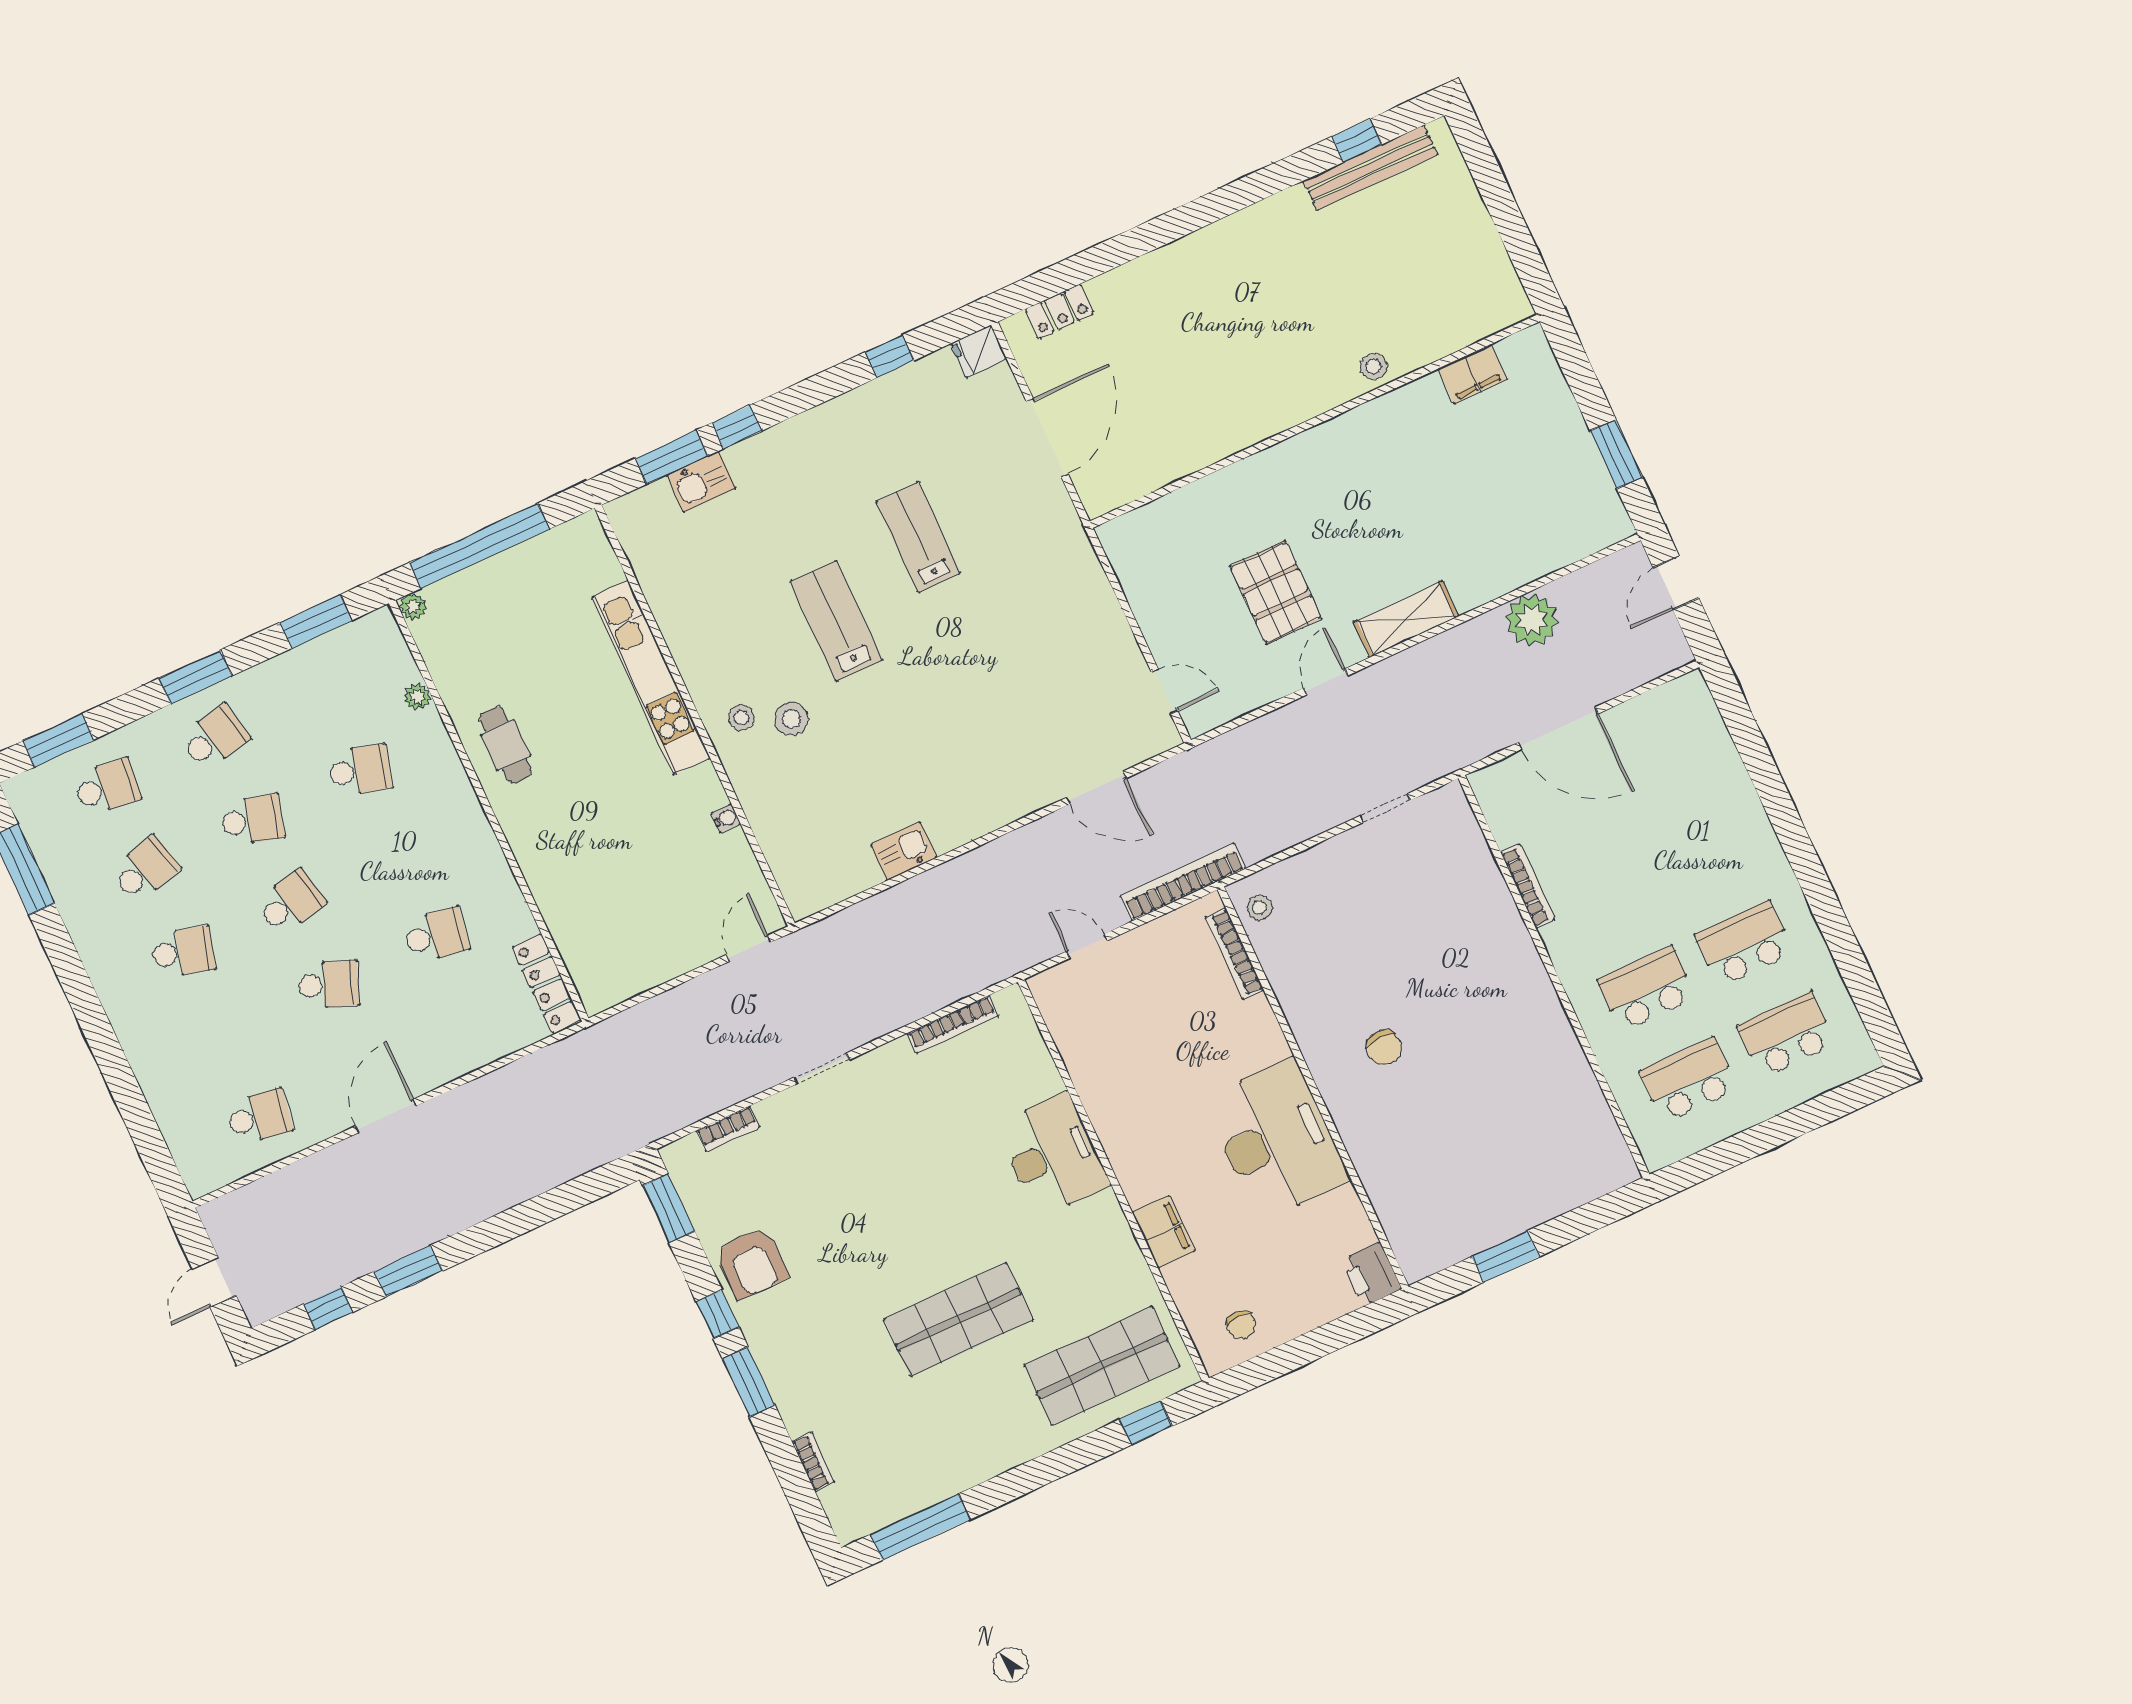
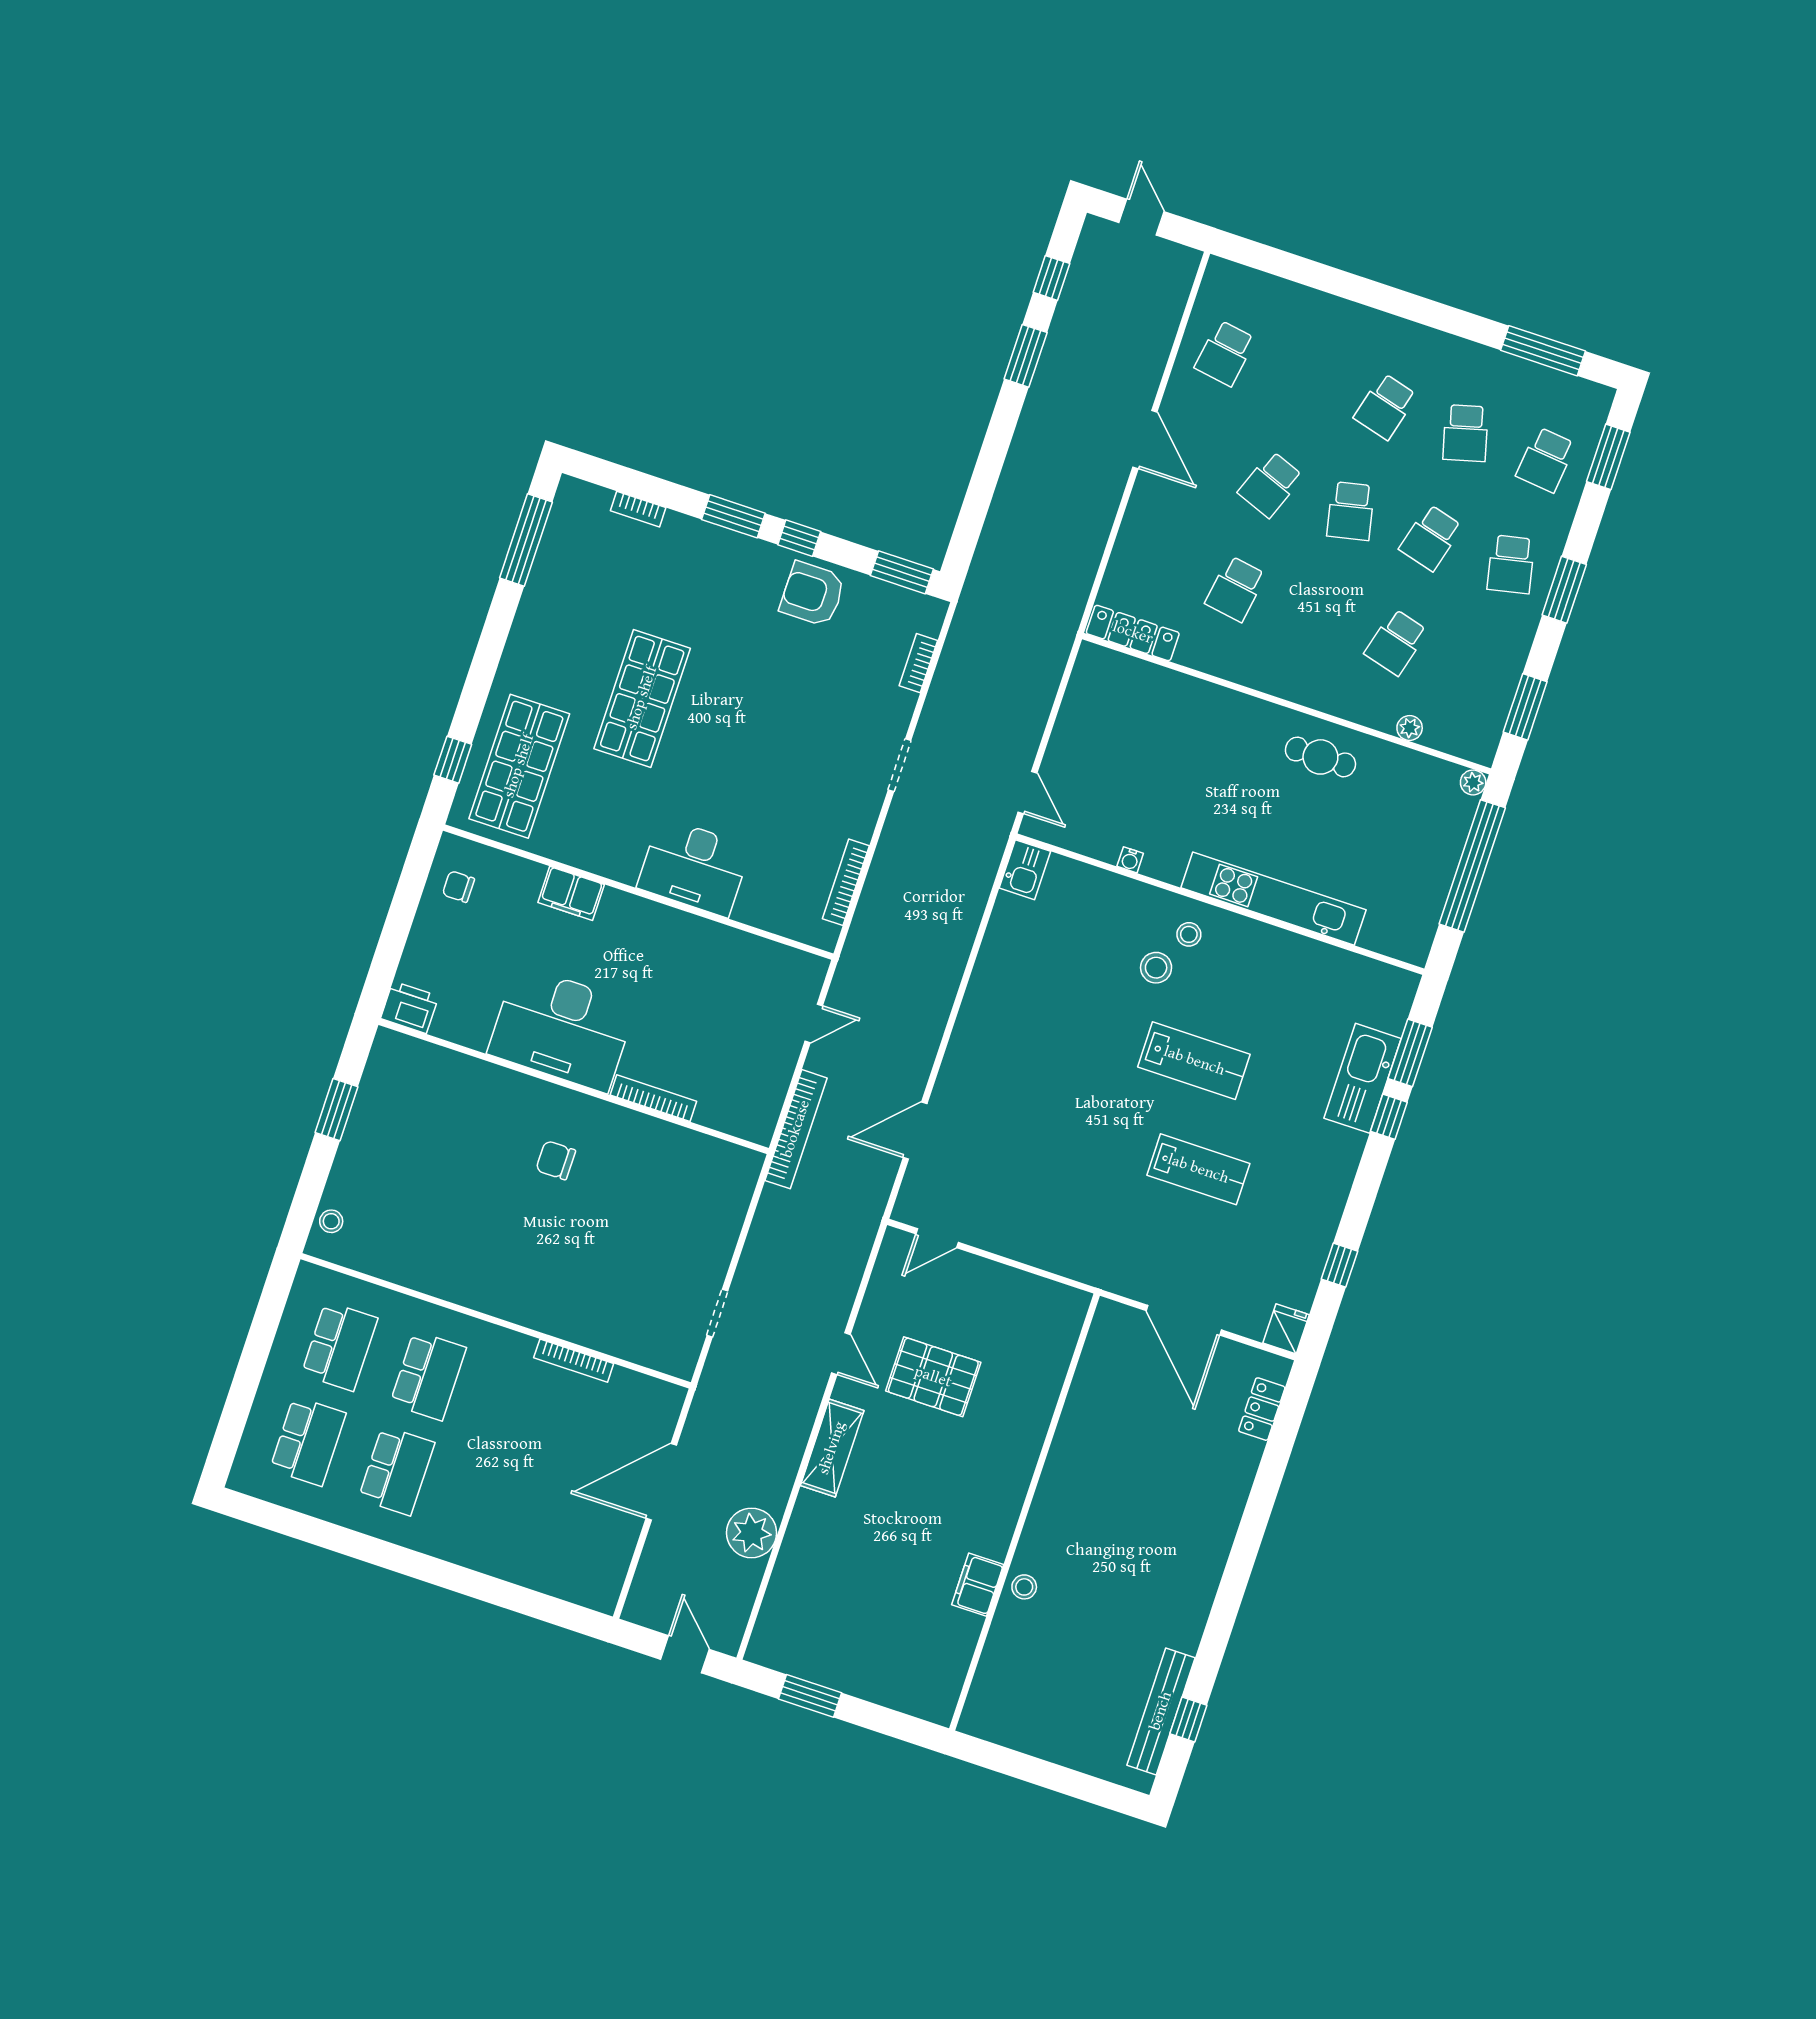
filing cabinet: (1473, 374) -> (978, 1585), moved
kitchen sink: (701, 482) -> (1363, 1078), width x1.88, depth x1.24
kitchen sink: (904, 851) -> (1025, 870), moved
stool: (1260, 907) -> (331, 1221), moved
bookcase: (1234, 954) -> (653, 1098), moved

